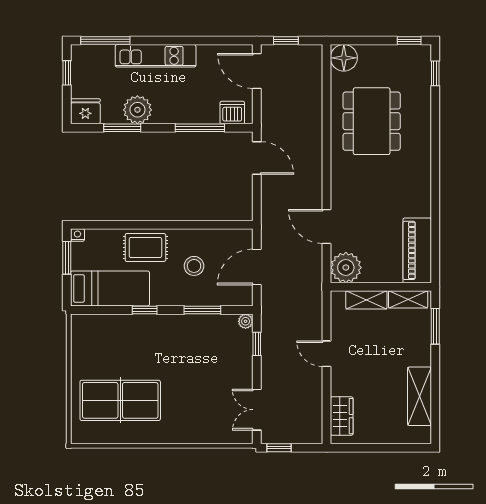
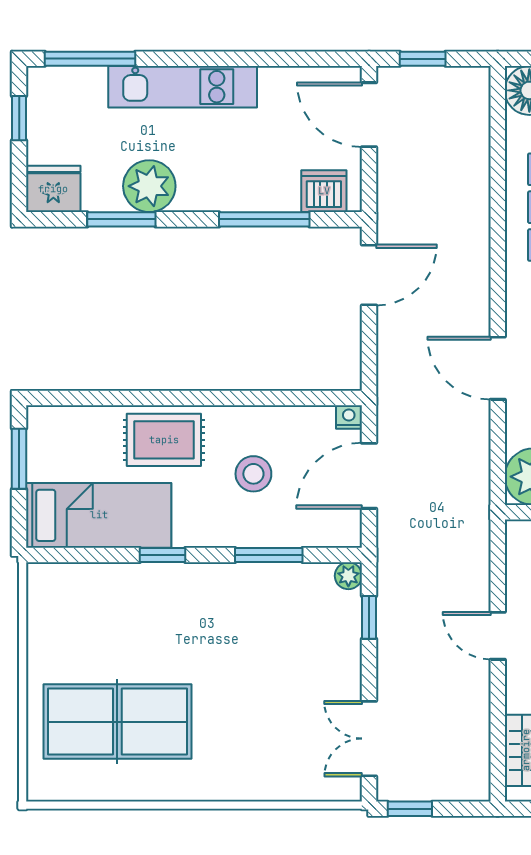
door: (257, 158) -> (369, 275), hinge flipped
door: (327, 226) -> (498, 368), moved
nightstand: (77, 235) -> (349, 417), moved

